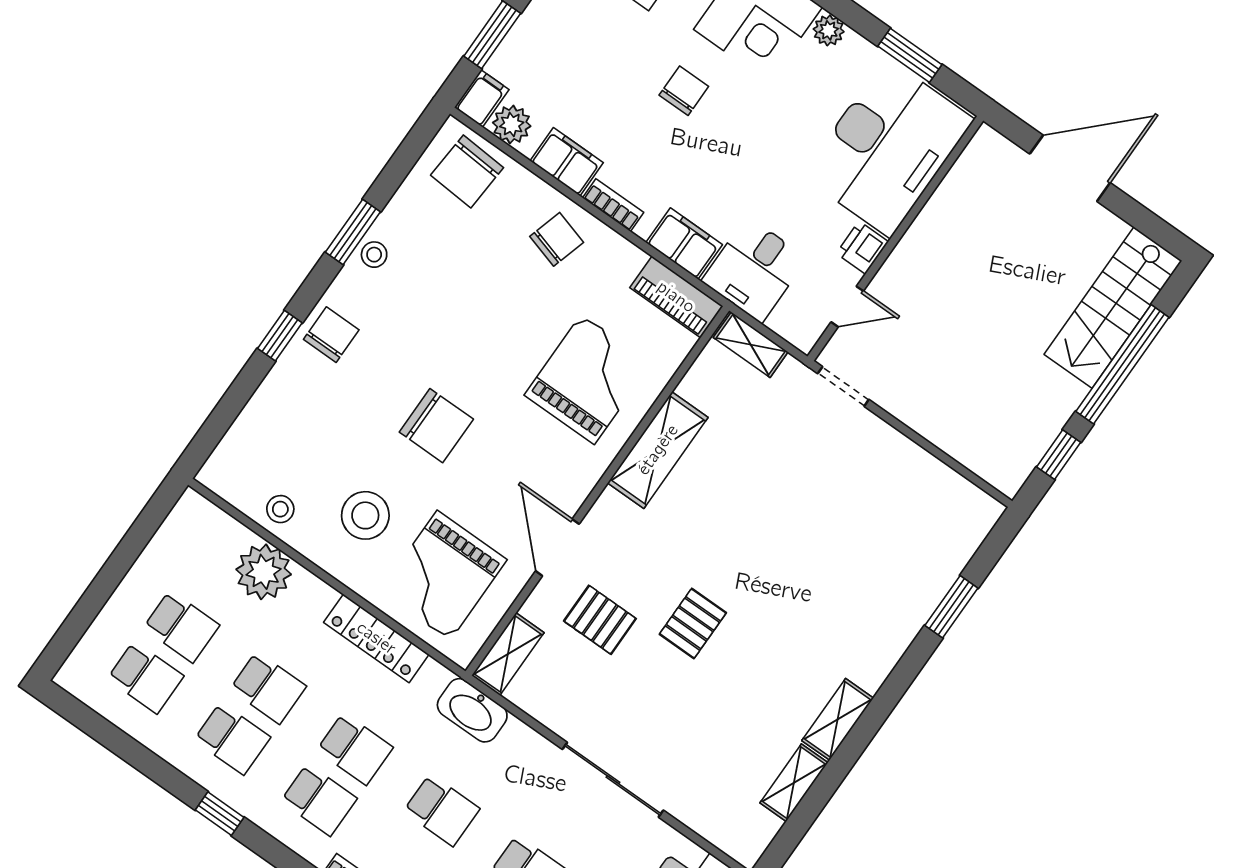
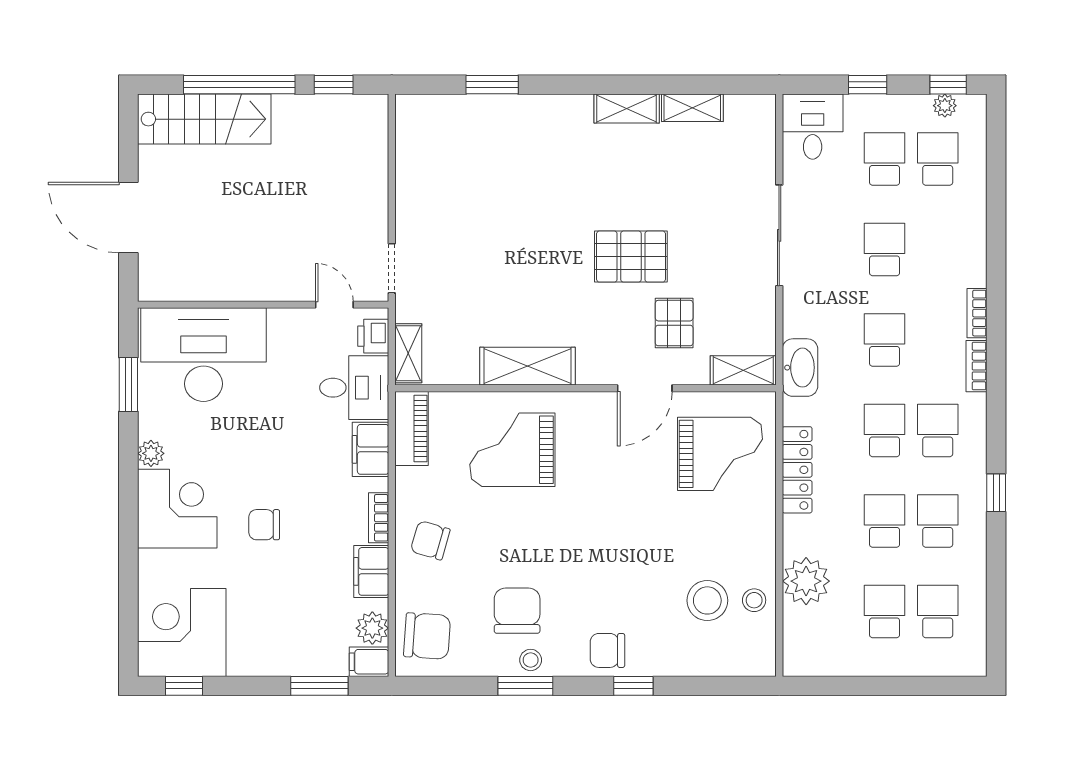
printer: (862, 247) -> (373, 336), moved, turned 90
chair: (436, 426) -> (517, 611), moved
stool: (365, 515) -> (707, 600), moved
pallet: (693, 623) -> (631, 257), width x1.50, depth x1.42

